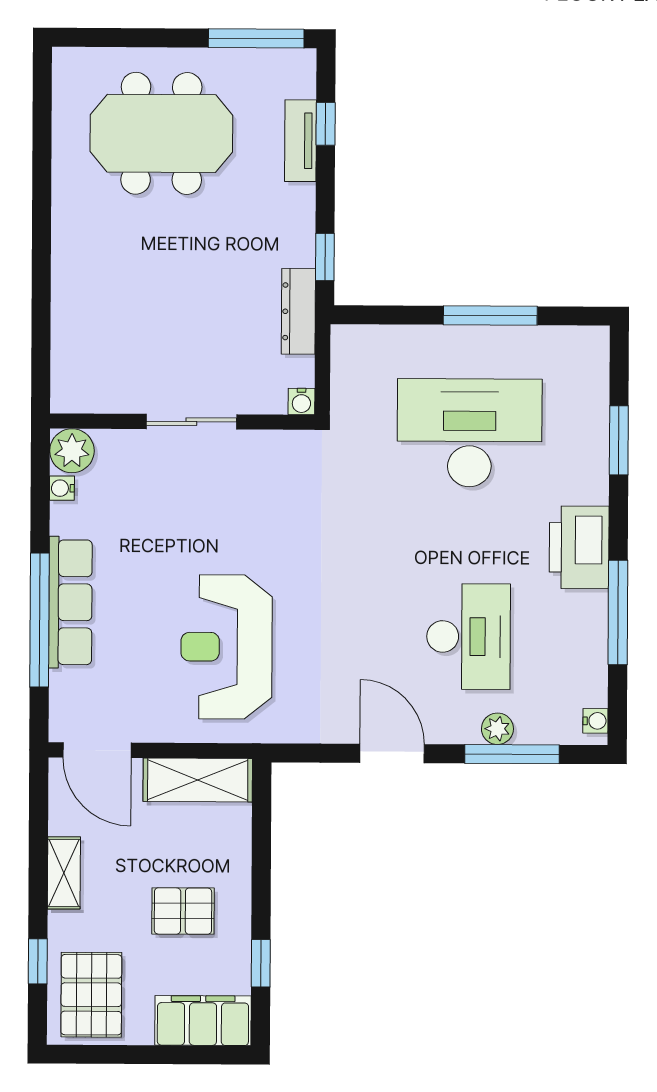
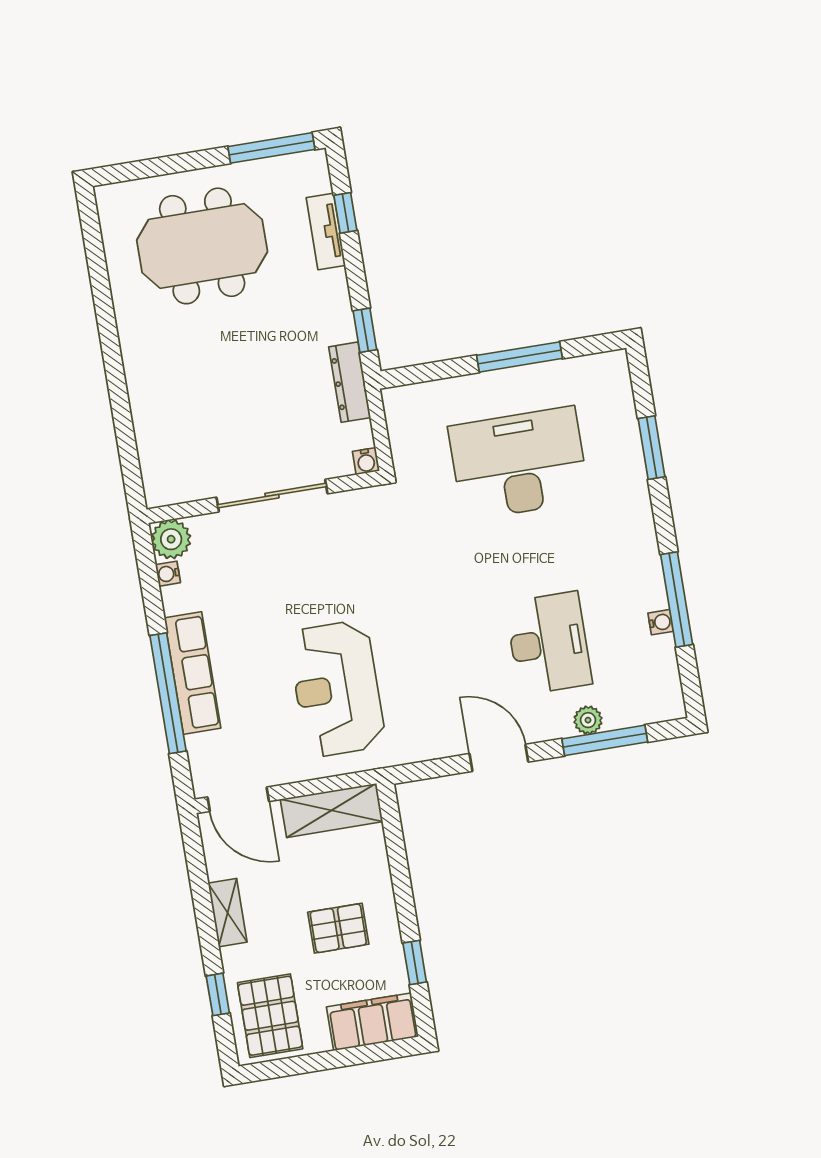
sliding door: (191, 422) -> (272, 496), width x1.37
printer: (579, 547) -> (633, 548), removed
water cooler: (595, 721) -> (661, 622), moved

